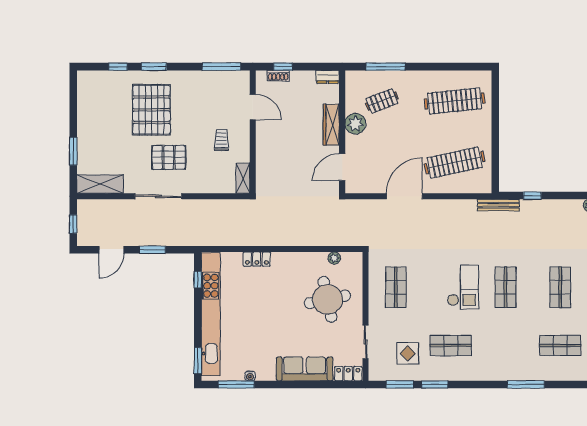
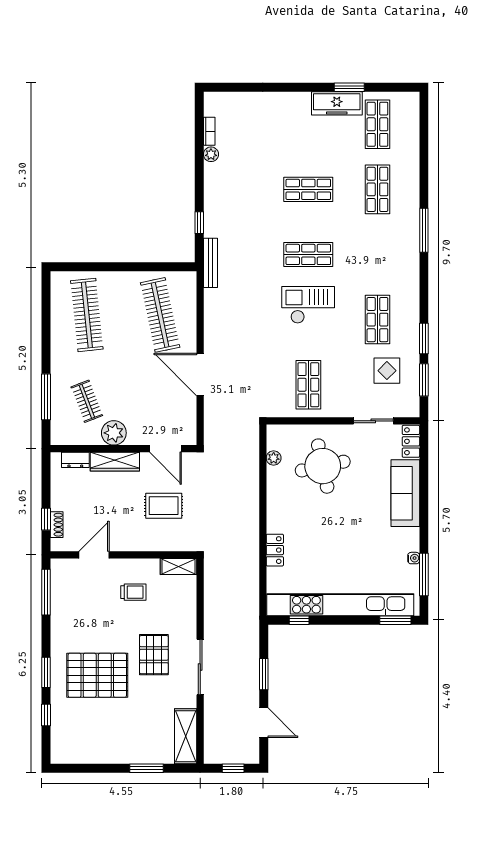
dresser: (328, 77) -> (75, 460), moved, turned 90
trolley: (221, 140) -> (133, 592), turned 180
rug: (294, 166) -> (164, 506), added
shop shelf: (396, 287) -> (308, 385), turned 90

